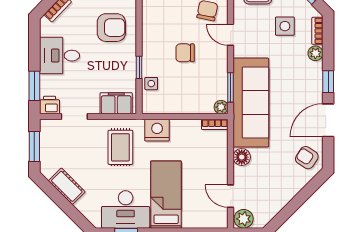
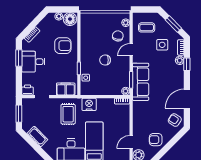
door: (231, 35) -> (131, 50), hinge flipped
window: (328, 82) -> (187, 64), moved
window: (34, 86) -> (19, 58), moved
sofa: (251, 103) -> (141, 82), width x0.74, depth x0.79
floor lamp: (242, 157) -> (138, 120), removed
armchair: (273, 192) -> (156, 140), added
door: (231, 196) -> (131, 142), hinge flipped

